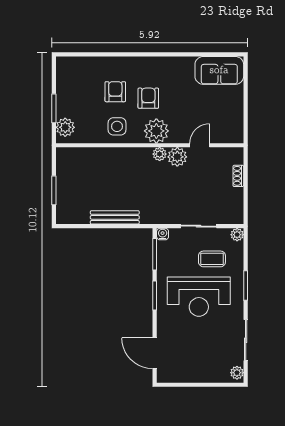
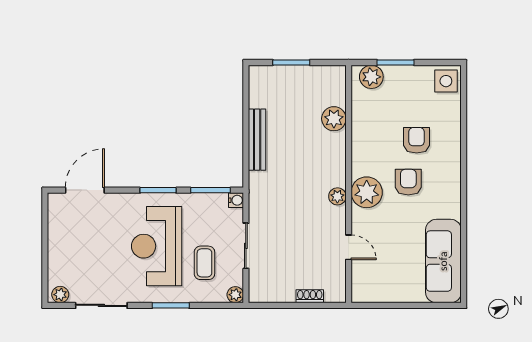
sofa: (219, 70) -> (443, 261), width x1.36
armchair: (115, 92) -> (417, 140), turned -90
armchair: (148, 98) -> (408, 182), turned -90
side table: (117, 126) -> (446, 81), moved
plant: (177, 157) -> (334, 119), moved

